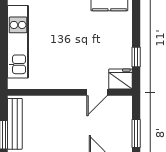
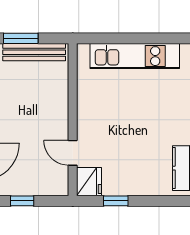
window: (136, 134) -> (22, 201), width x0.67

